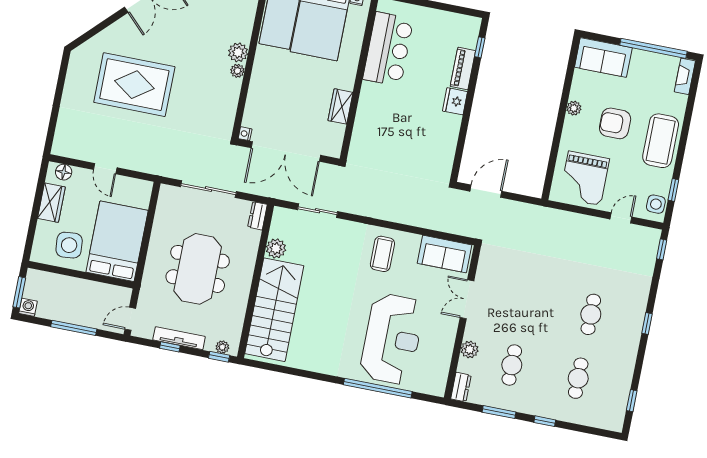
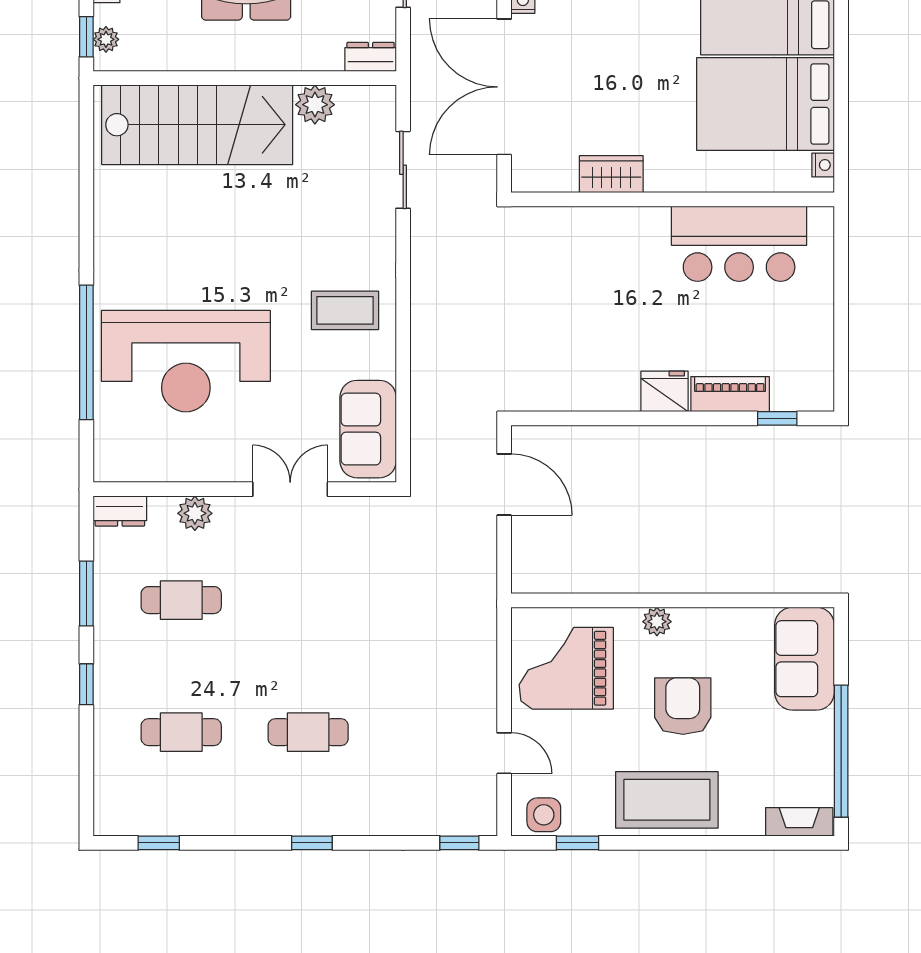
plant: (574, 108) -> (657, 622), moved

